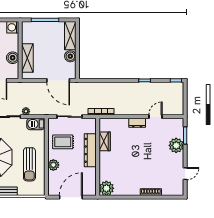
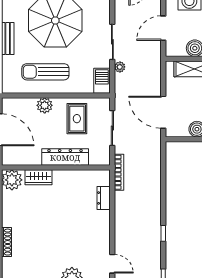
door: (58, 80) -> (163, 112), hinge flipped
door: (155, 117) -> (112, 264), moved
dresser: (137, 123) -> (104, 198), moved
wardrobe: (105, 141) -> (38, 177), moved

